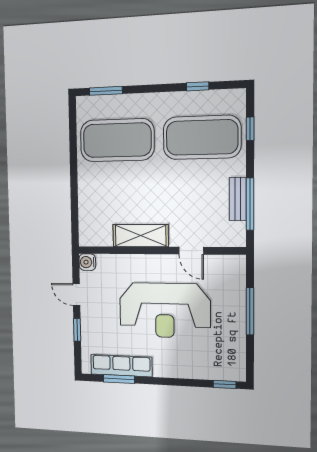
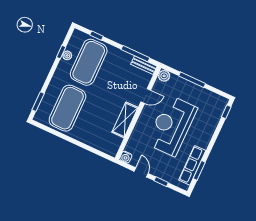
plant: (197, 99) -> (67, 55), added
bench: (238, 199) -> (144, 65), moved
plant: (236, 265) -> (164, 76), added
door: (76, 295) -> (141, 172), swing flipped
reception desk: (165, 310) -> (172, 126), turned 180

